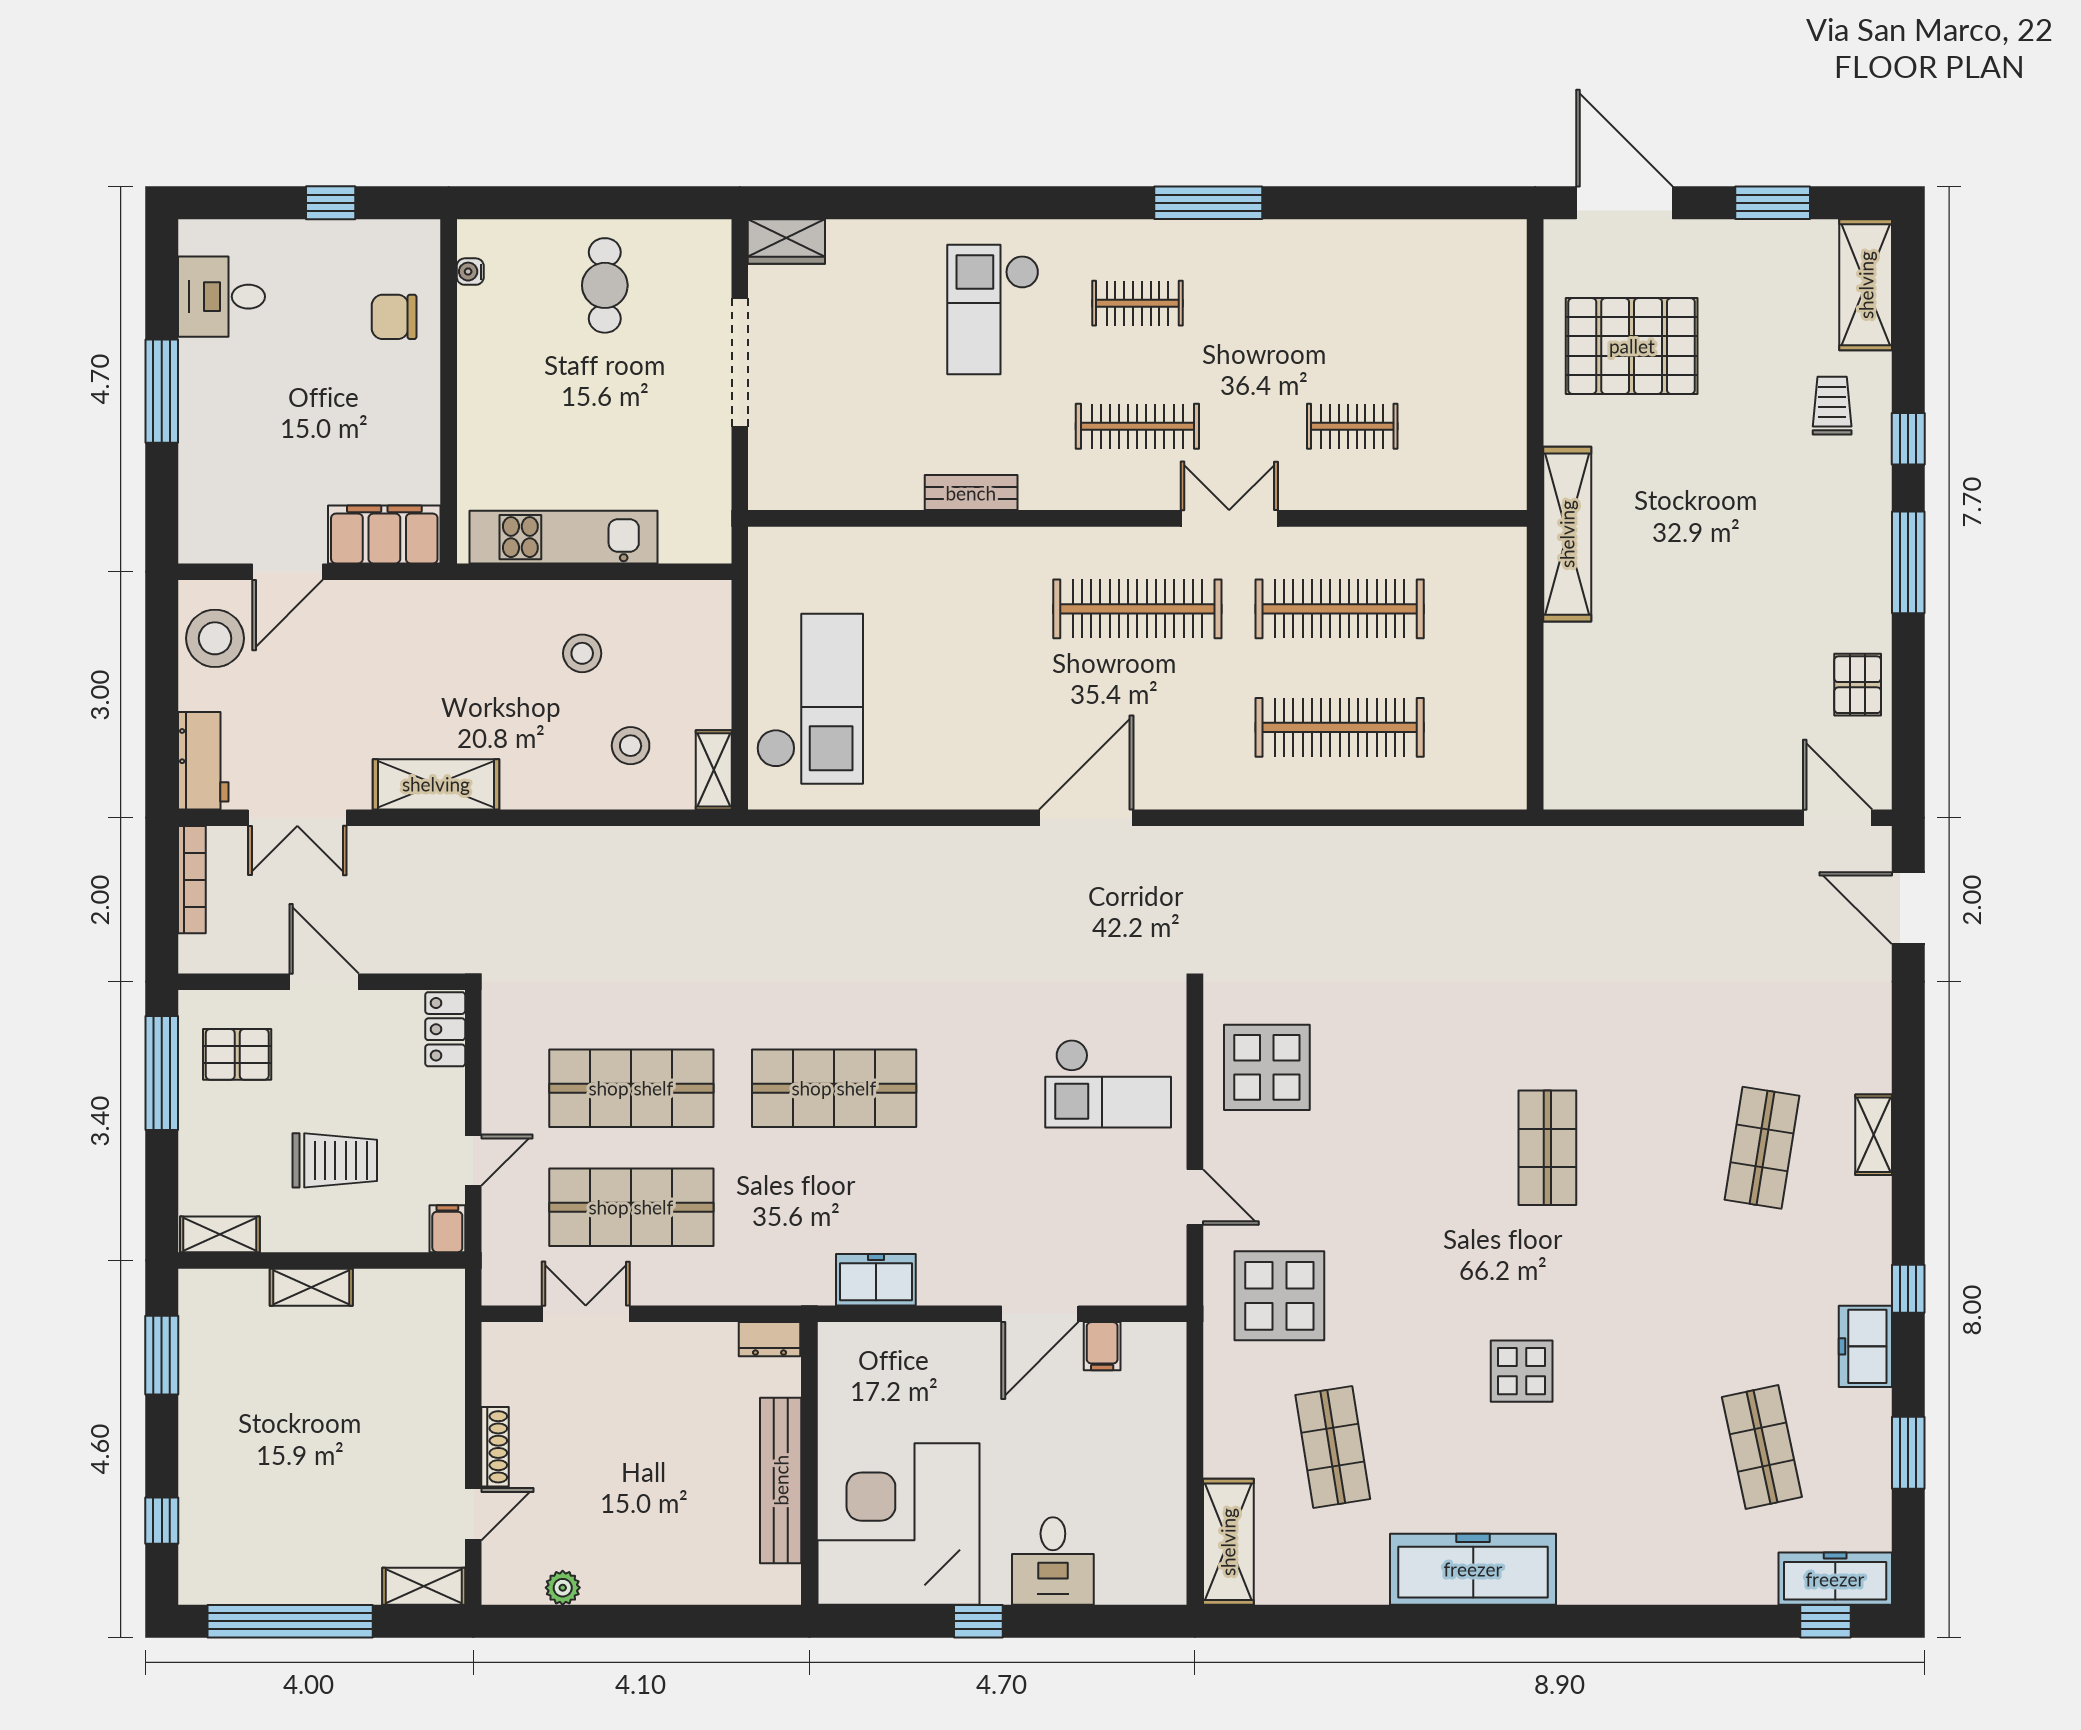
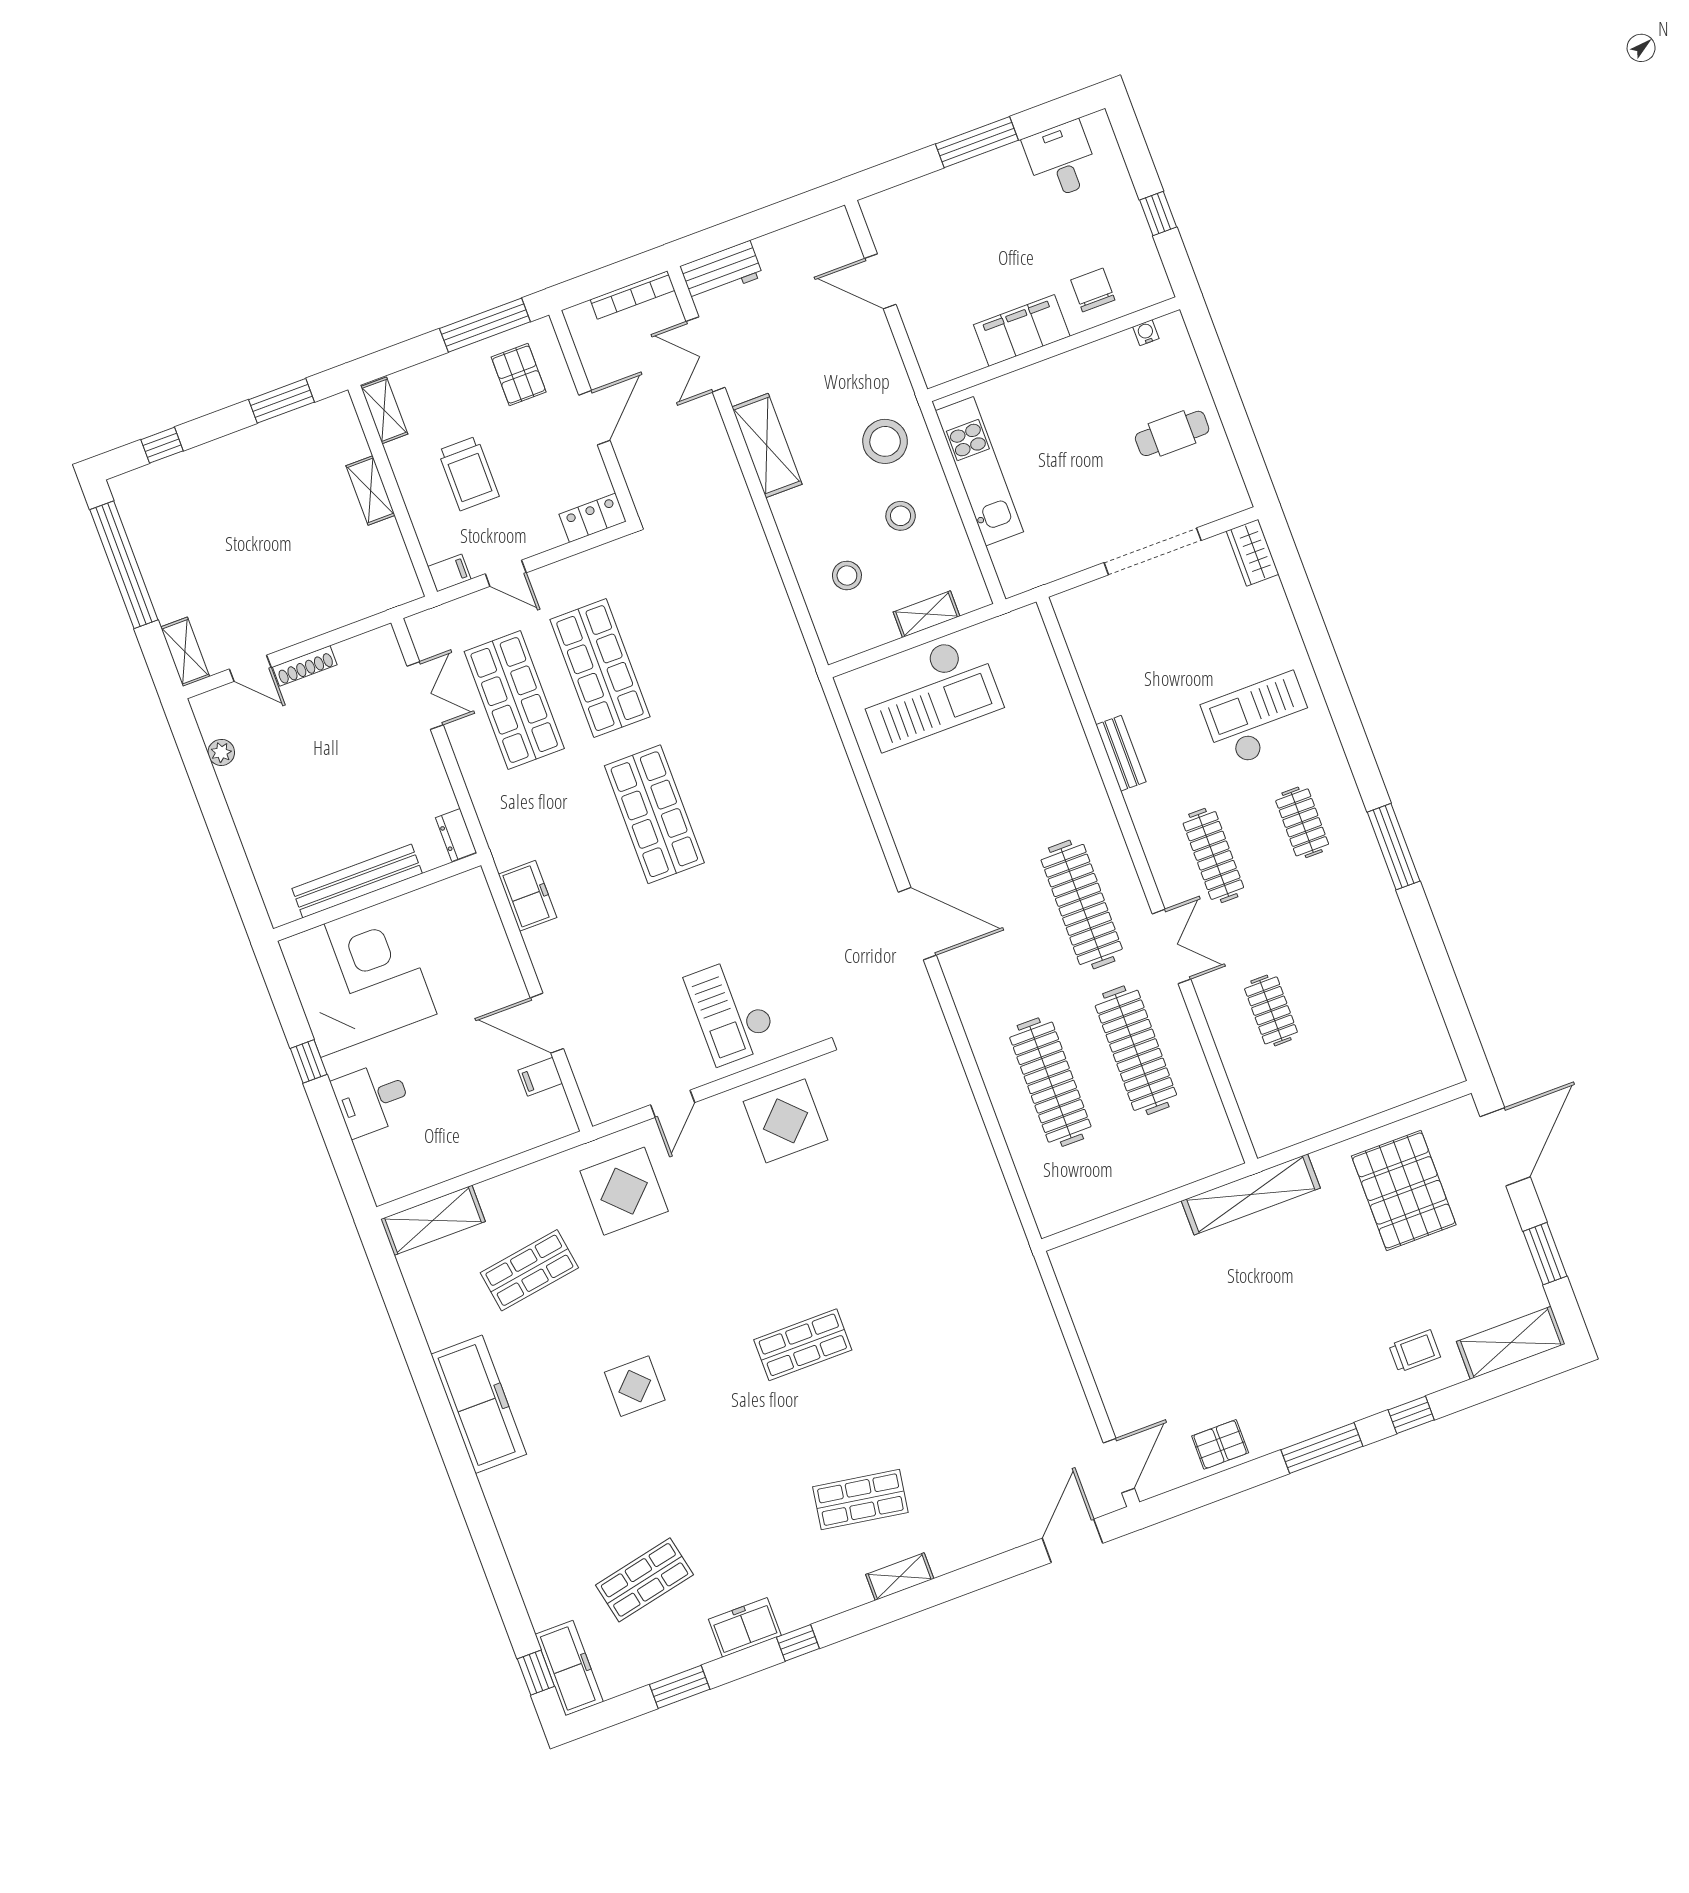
filing cabinet: (384, 534) -> (1022, 330), moved, turned -90
stool: (215, 638) -> (885, 441), moved
shelving: (714, 770) -> (926, 614), moved

